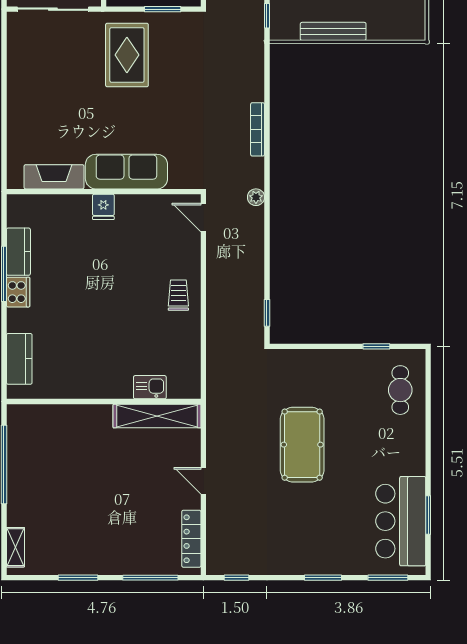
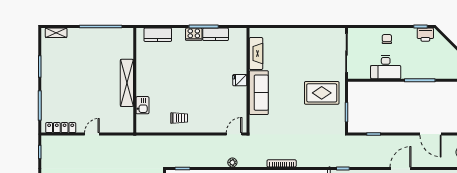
plant: (256, 197) -> (232, 162), moved
trolley: (178, 295) -> (179, 118), moved
shelving: (157, 416) -> (127, 83), moved

